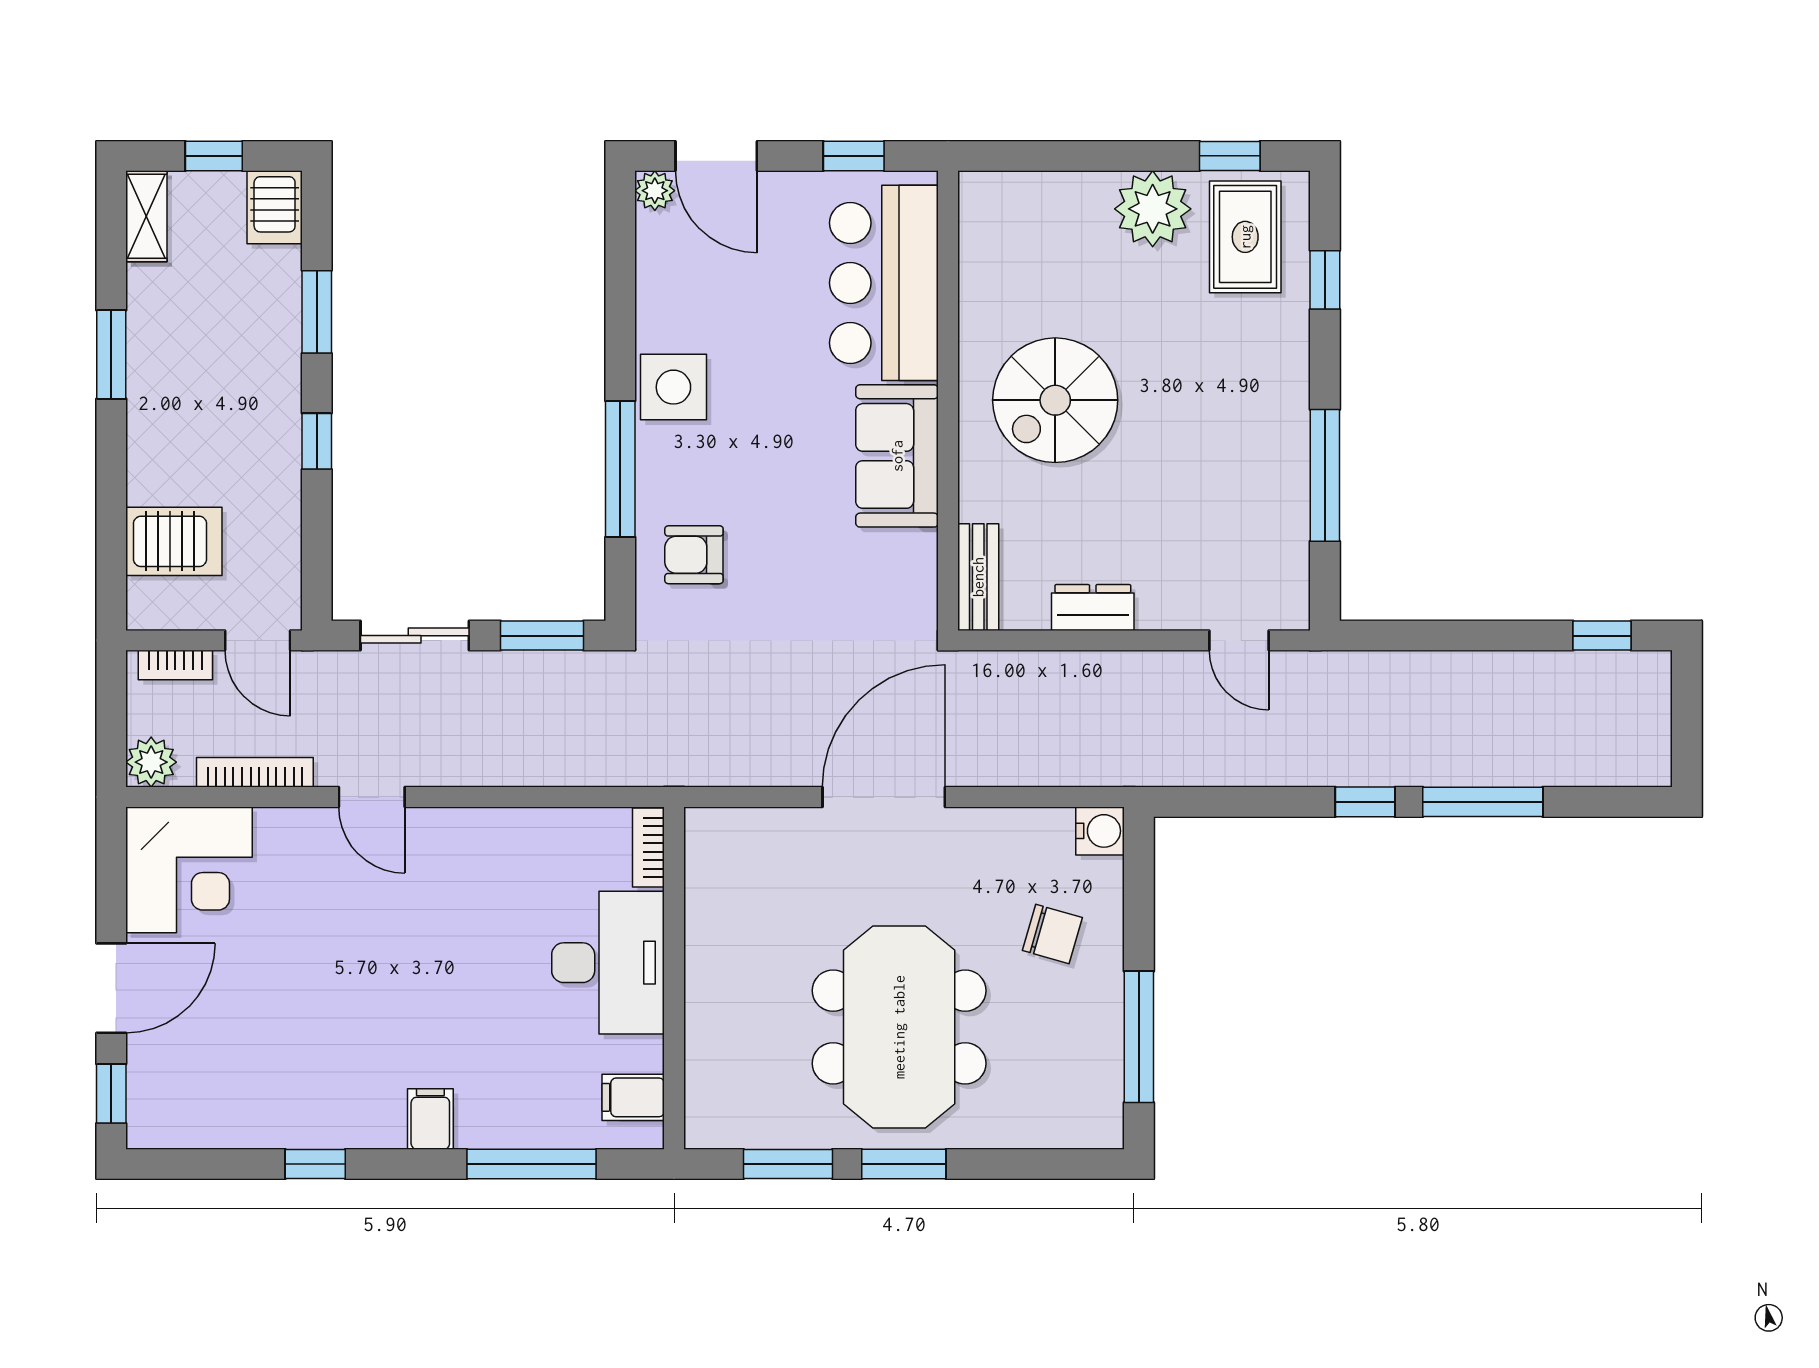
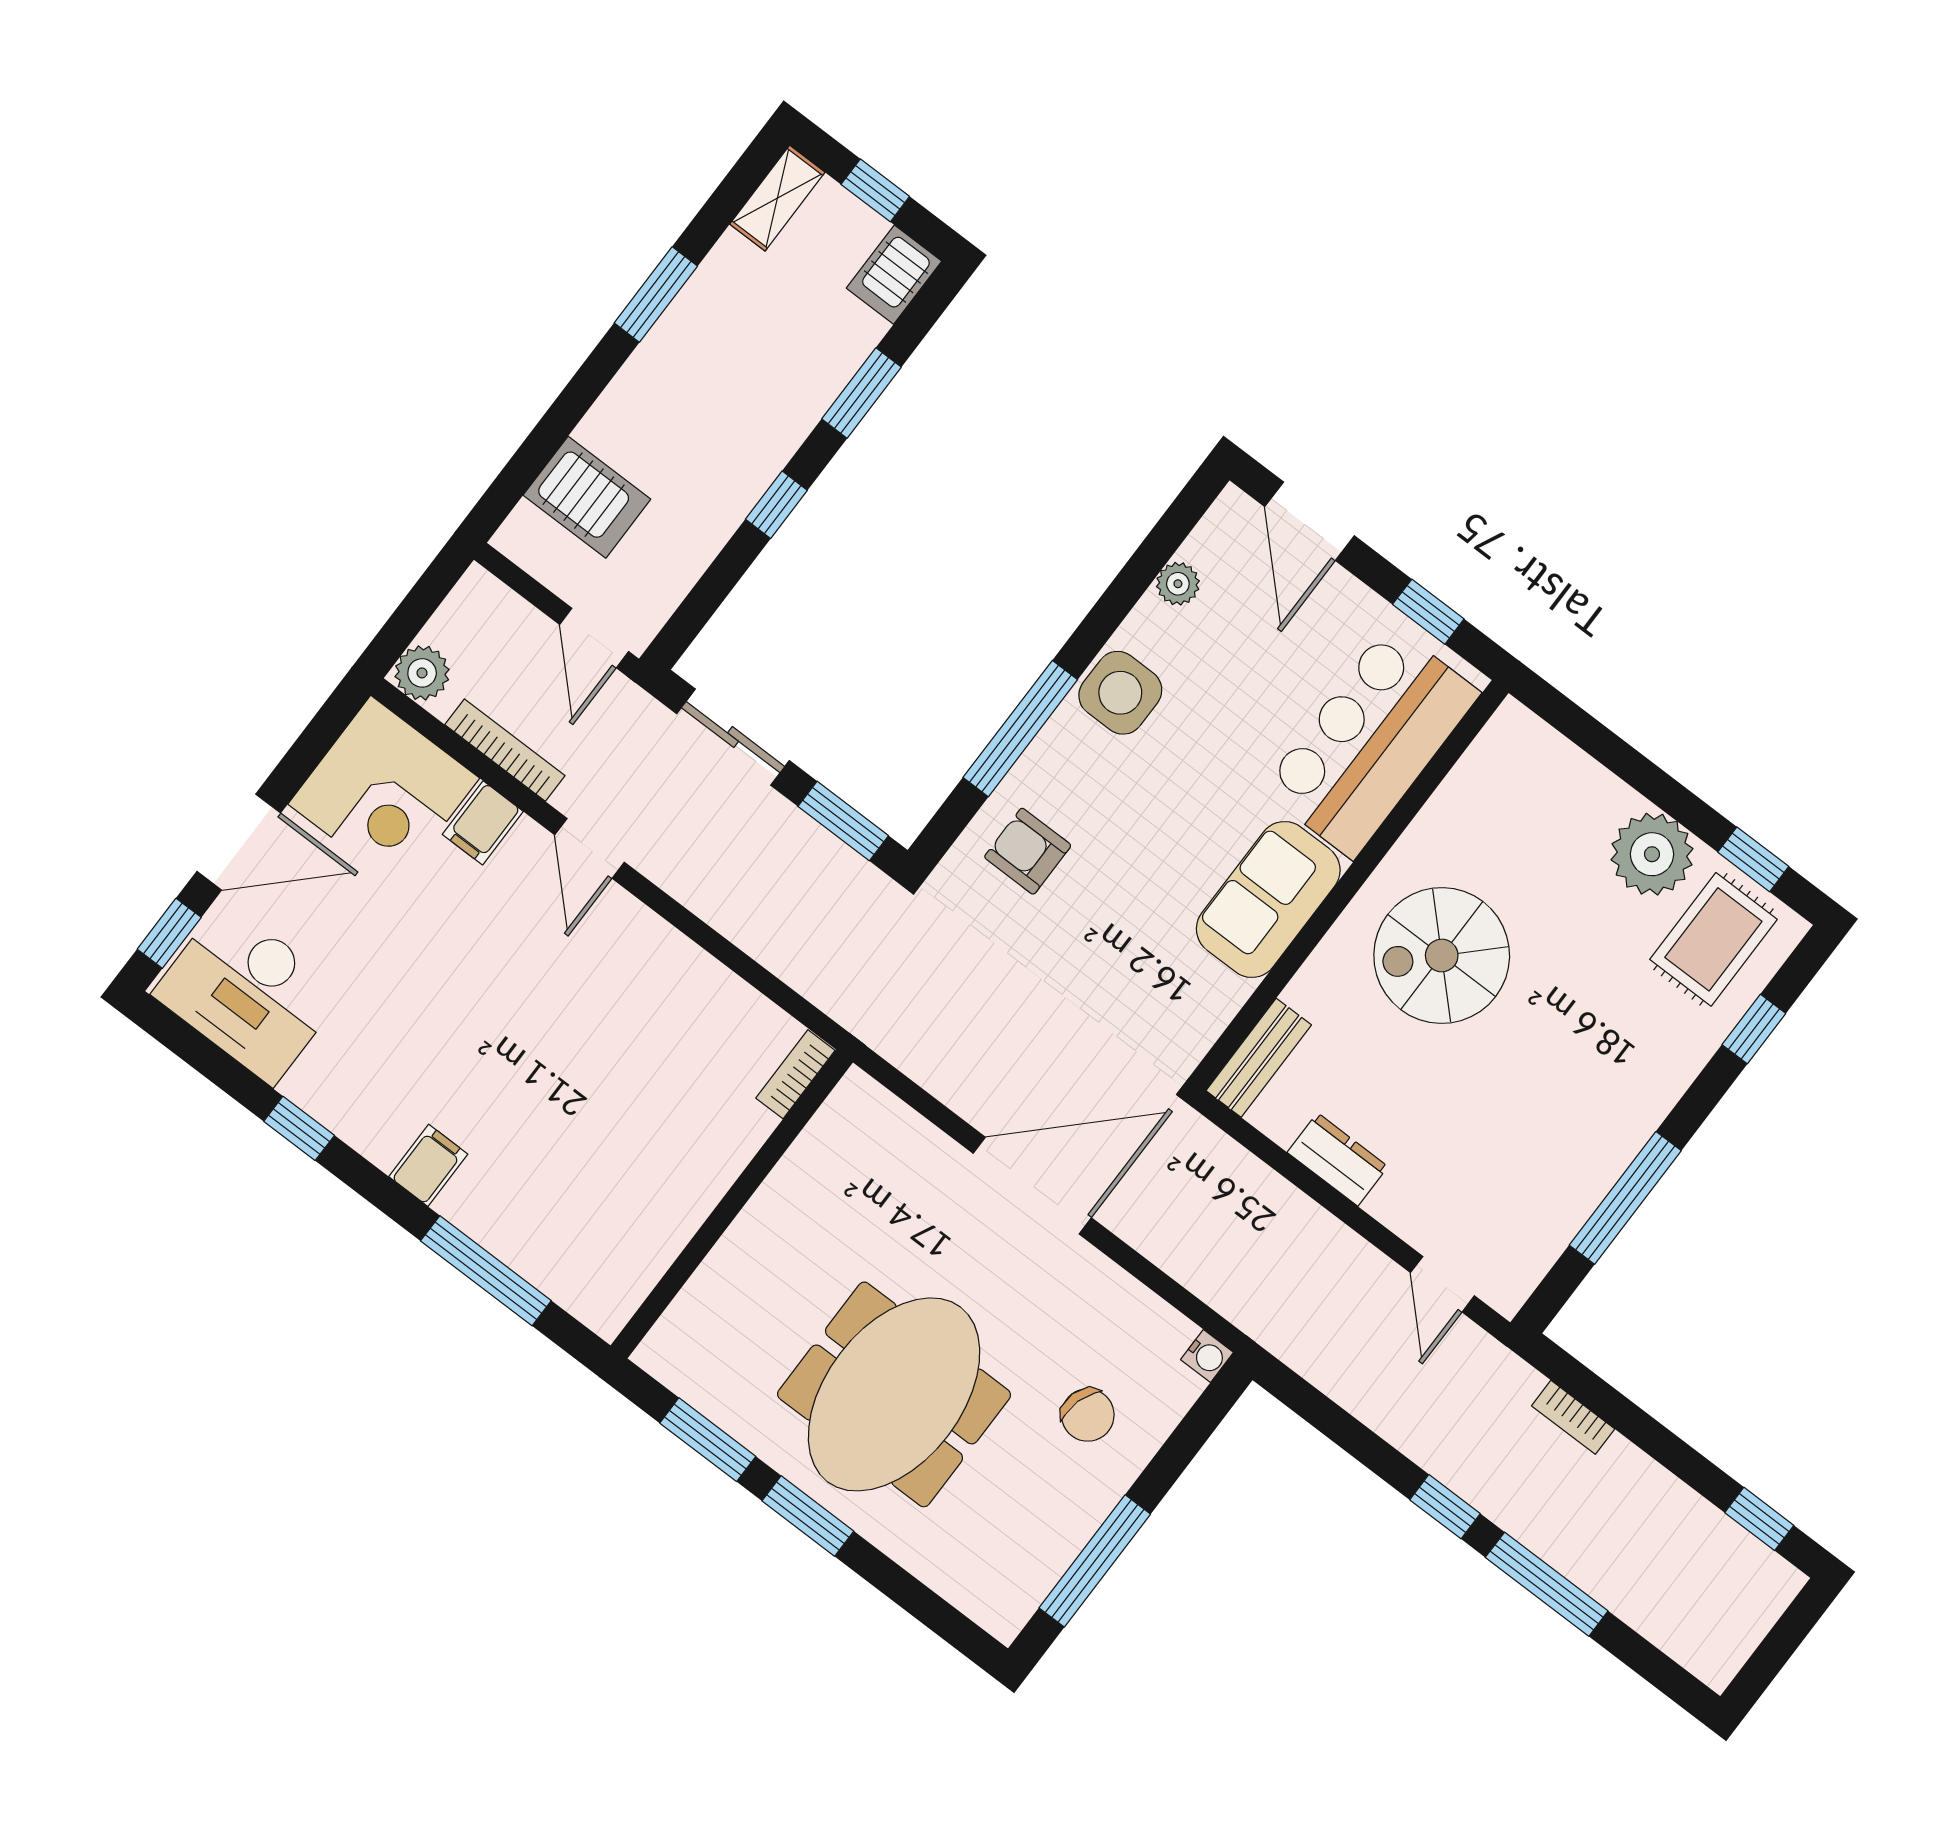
plant: (655, 191) -> (1178, 584), moved
bookcase: (175, 665) -> (1573, 1417), moved
water cooler: (1100, 831) -> (1207, 1356), width x0.72, depth x0.72
desk: (608, 963) -> (248, 993), moved, turned 90
filing cabinet: (633, 1097) -> (483, 823), moved, turned -90

